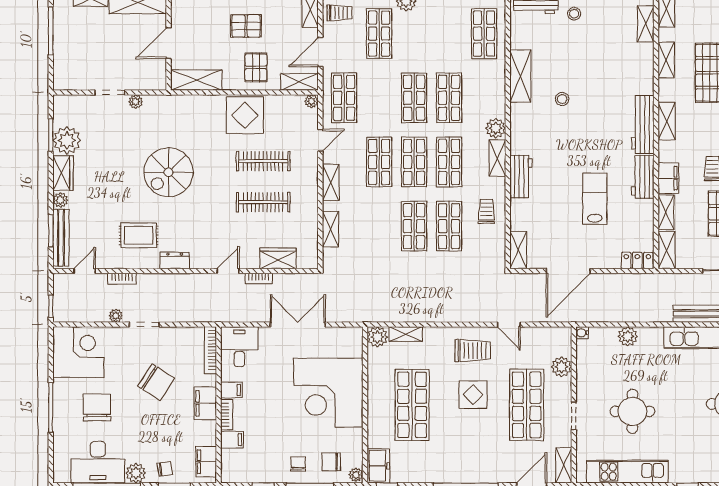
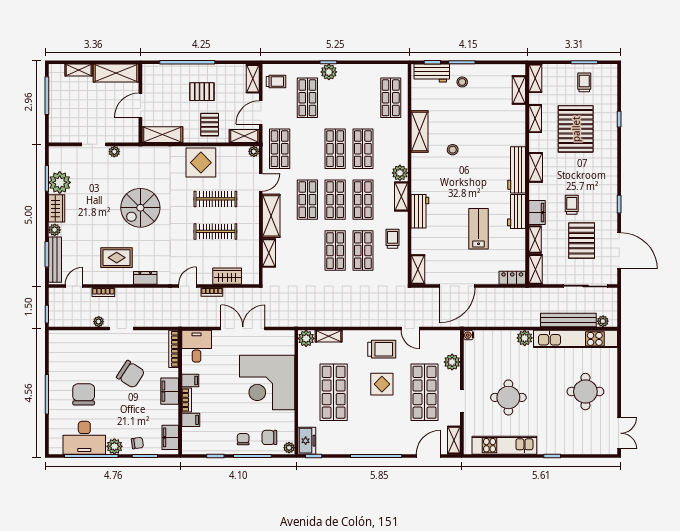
shelving: (331, 182) -> (271, 216), width x1.50, depth x1.33
plant: (628, 336) -> (525, 338), moved
corner desk: (78, 352) -> (69, 350), removed

